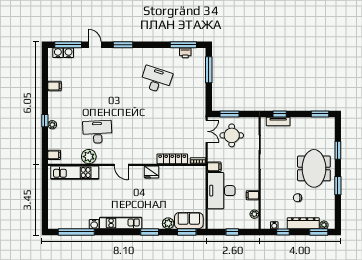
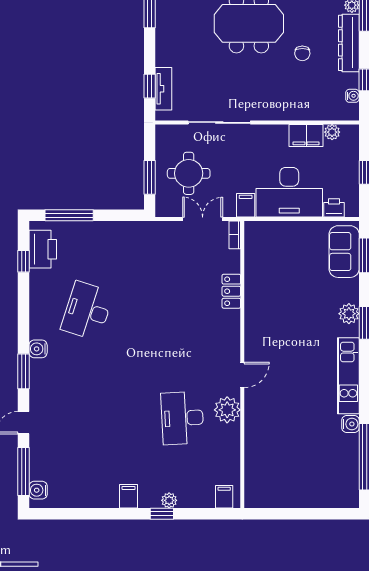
window: (183, 45) -> (24, 261), width x0.46
water cooler: (69, 53) -> (38, 349), moved
printer: (185, 53) -> (43, 249), width x1.87, depth x1.48
filing cabinet: (55, 86) -> (129, 496), moved
double door: (207, 131) -> (203, 219), moved
plant: (89, 157) -> (227, 410), moved
locker: (172, 159) -> (231, 291), width x0.66
fridge: (151, 172) -> (255, 320), removed
kitchen unit: (75, 173) -> (256, 460), removed
filing cabinet: (252, 195) -> (306, 136), width x2.00
printer: (213, 215) -> (334, 208), added
plant: (168, 223) -> (349, 314), moved

